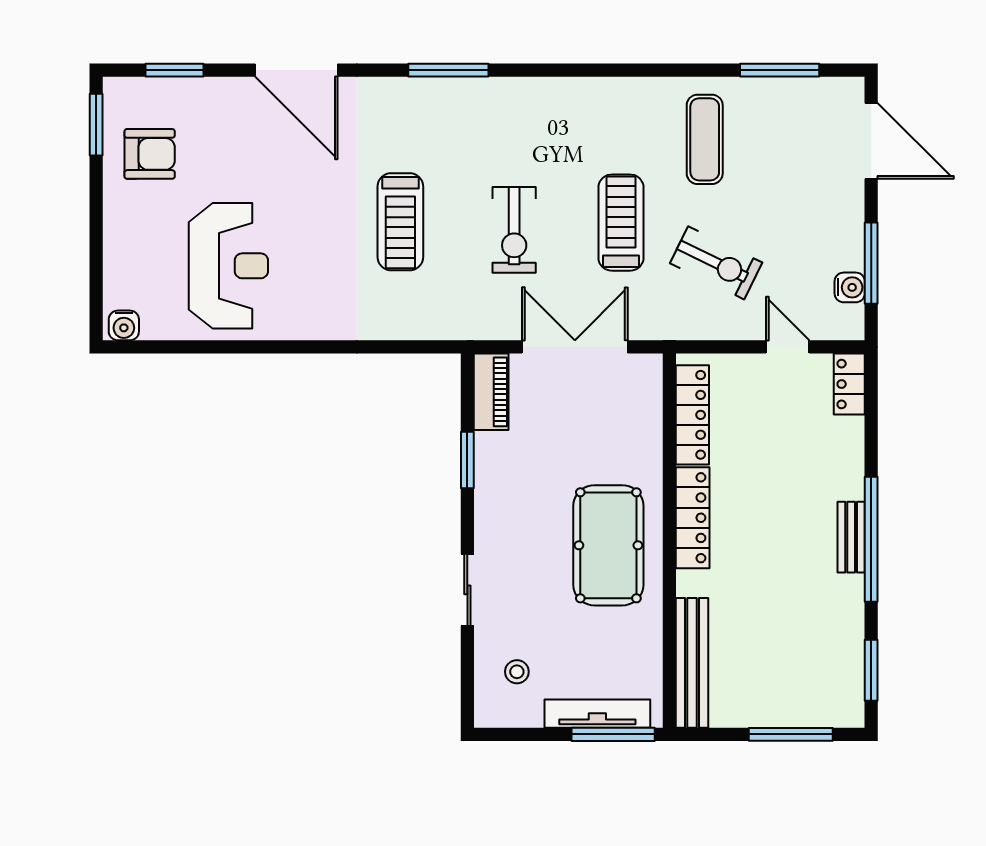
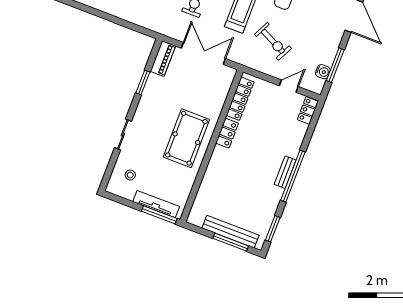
door: (788, 347) -> (289, 86), hinge flipped
locker: (693, 518) -> (227, 133), width x0.66
bench: (692, 663) -> (231, 232), moved, turned 90

